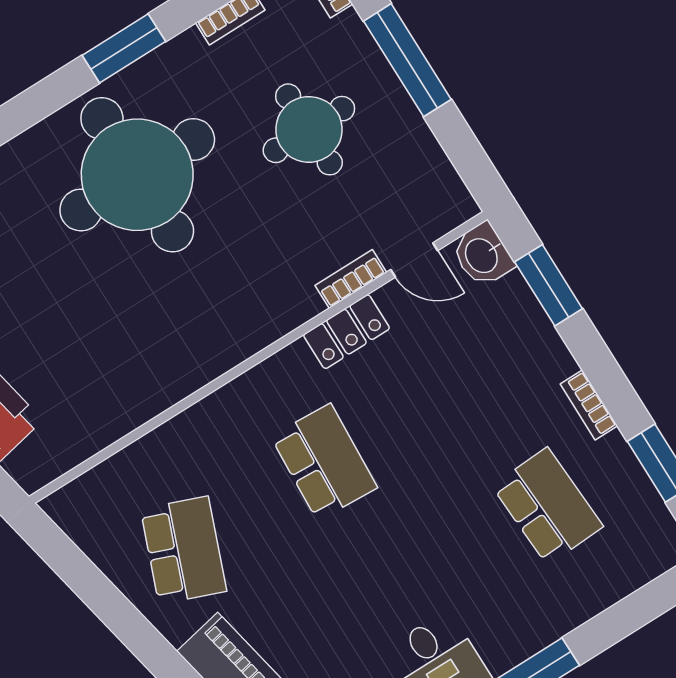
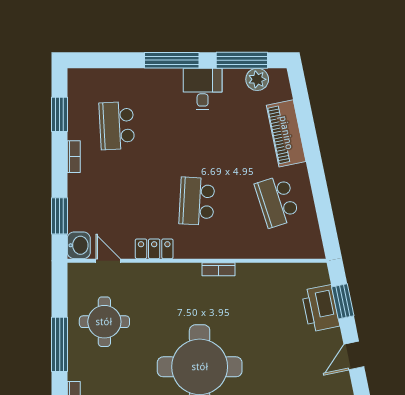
round table: (309, 129) -> (104, 322), moved
bookcase: (351, 279) -> (218, 269), moved
school desk: (184, 550) -> (277, 201), turned -39

